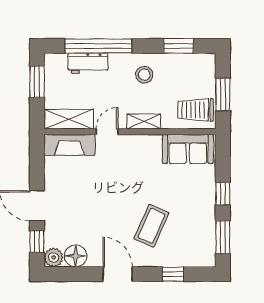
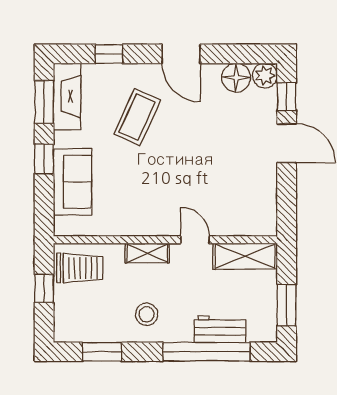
window: (223, 94) -> (44, 288), width x0.67
door: (107, 132) -> (195, 240), swing flipped
fireplace: (70, 145) -> (67, 96), moved, turned 90
sofa: (188, 149) -> (72, 182), moved, turned 90

